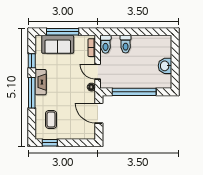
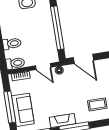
door: (98, 72) -> (43, 67), hinge flipped
door: (99, 113) -> (83, 59), hinge flipped

